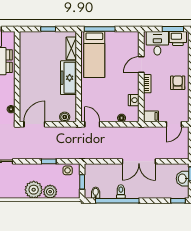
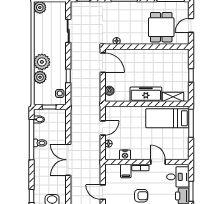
filing cabinet: (151, 116) -> (126, 171), moved
door: (92, 124) -> (103, 128), moved

